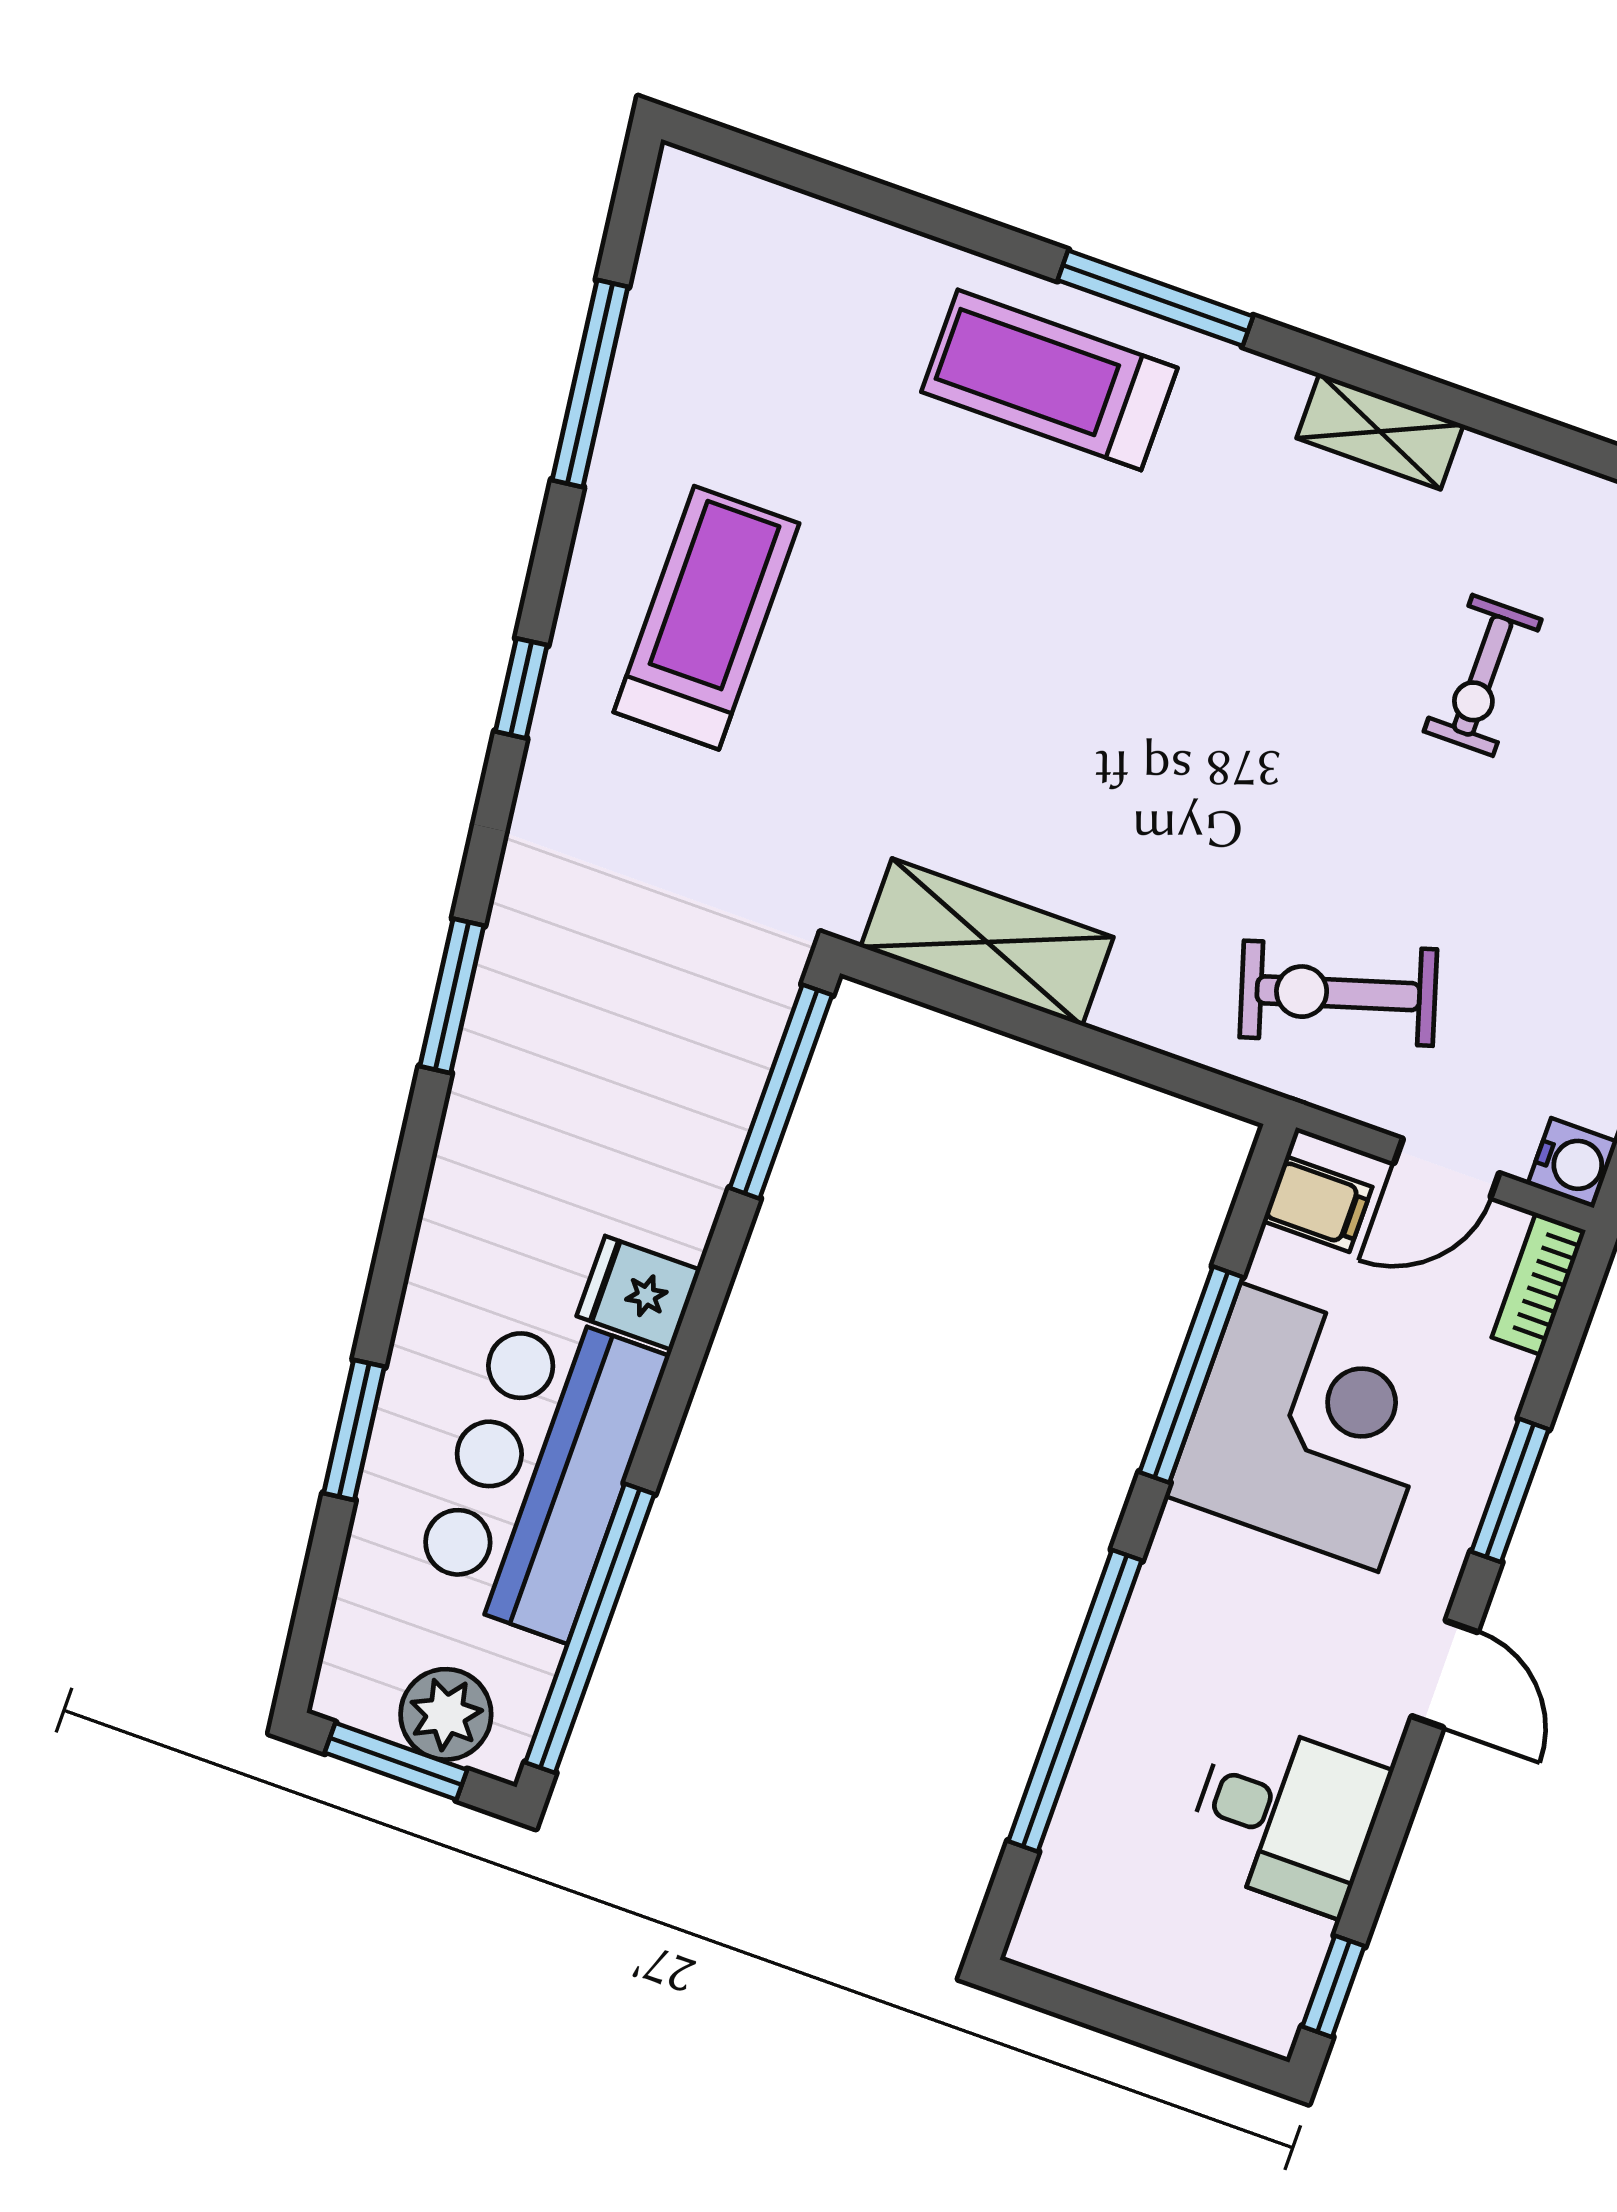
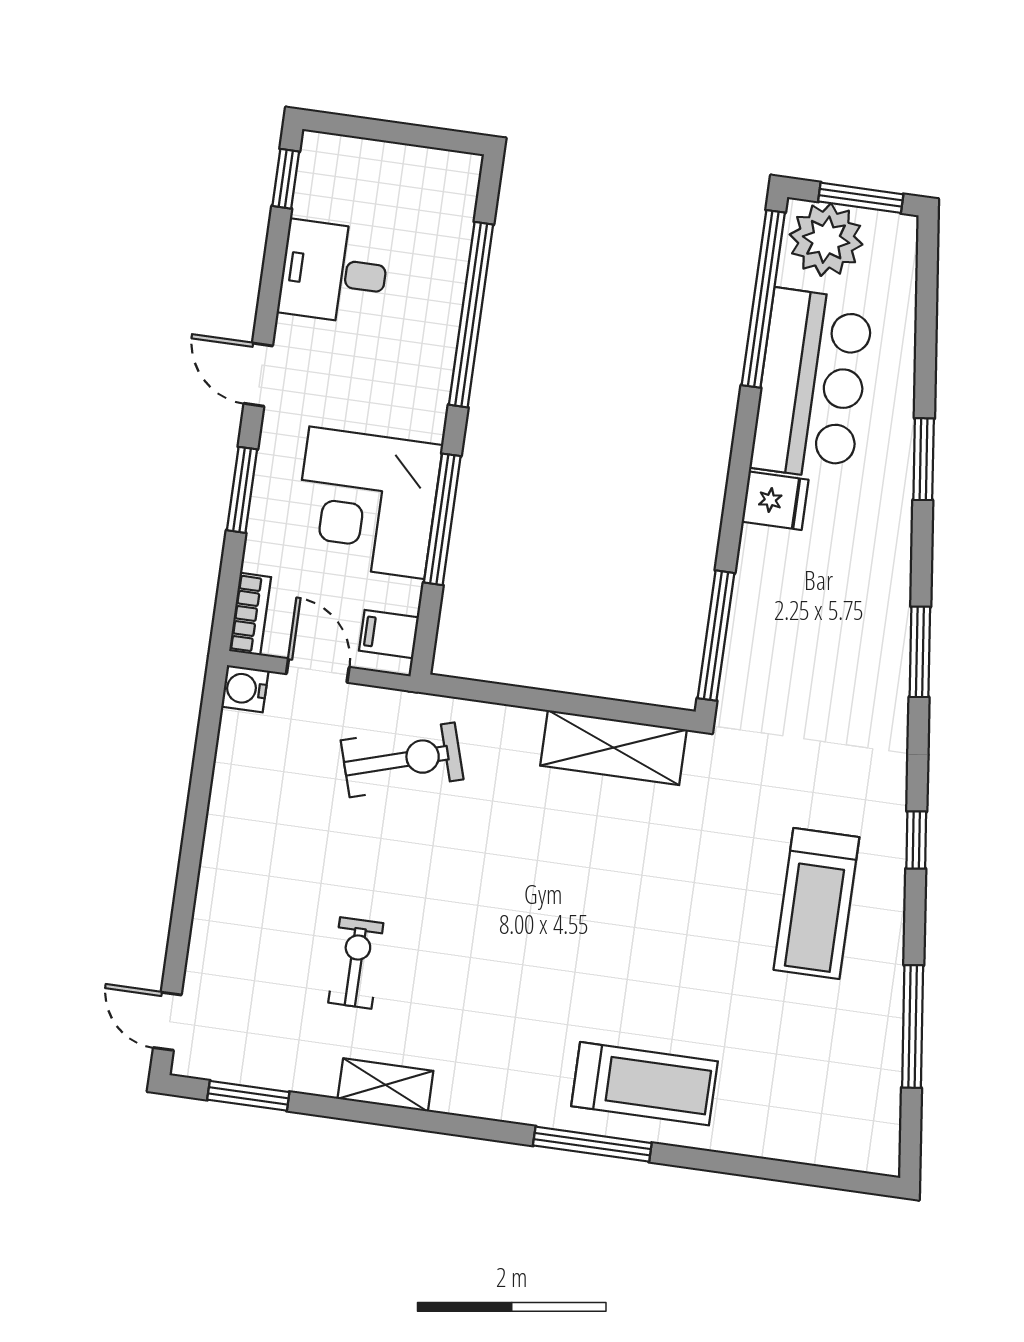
shelving: (1380, 431) -> (385, 1085), moved
door: (1447, 1168) -> (318, 671), hinge flipped
window: (354, 1430) -> (924, 459), moved
plant: (446, 1714) -> (826, 240), width x1.36, depth x1.36

